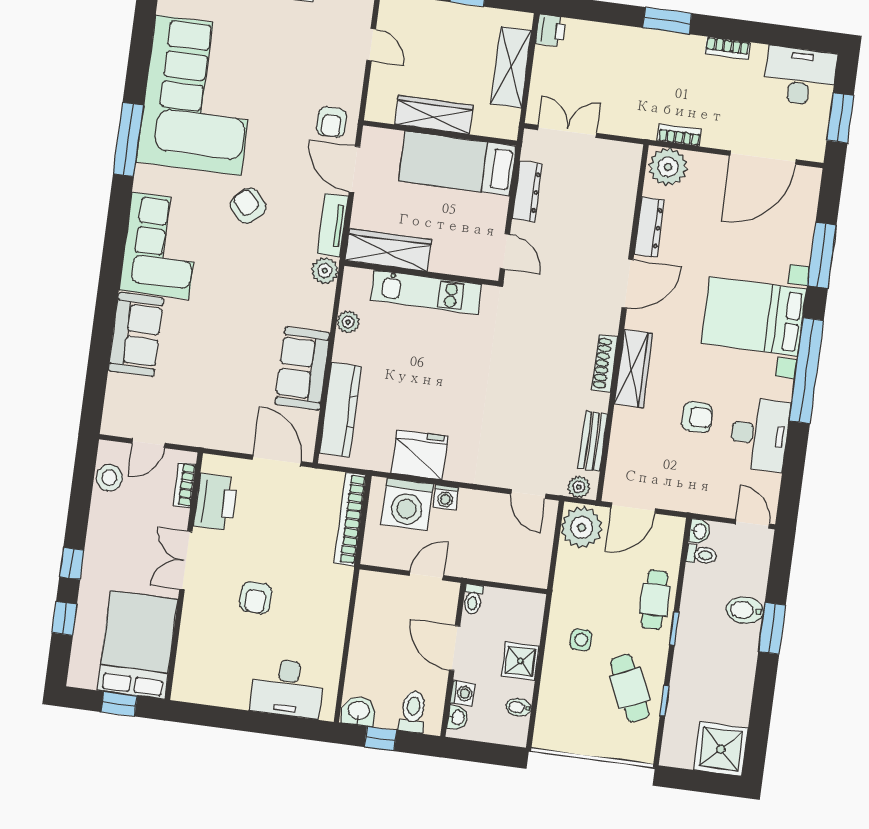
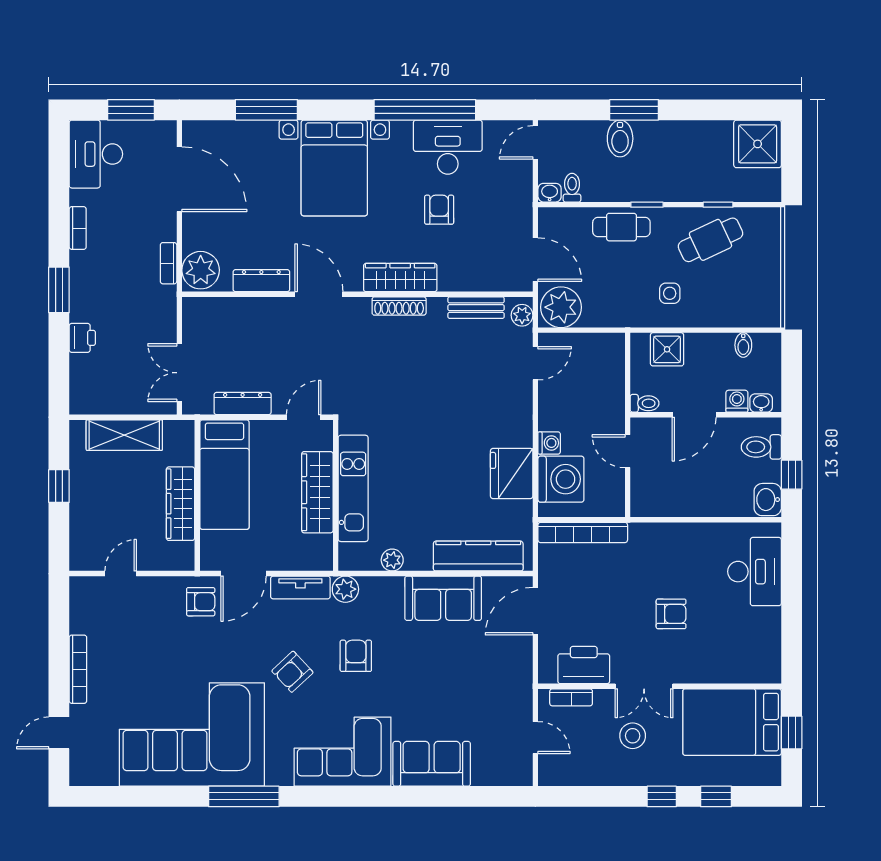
printer: (551, 30) -> (82, 338), moved, turned 90
wardrobe: (388, 250) -> (317, 492), moved
armchair: (256, 272) -> (356, 656), added
window: (806, 371) -> (425, 110), moved
stool: (109, 478) -> (633, 736), moved
shower: (520, 661) -> (667, 349), moved

